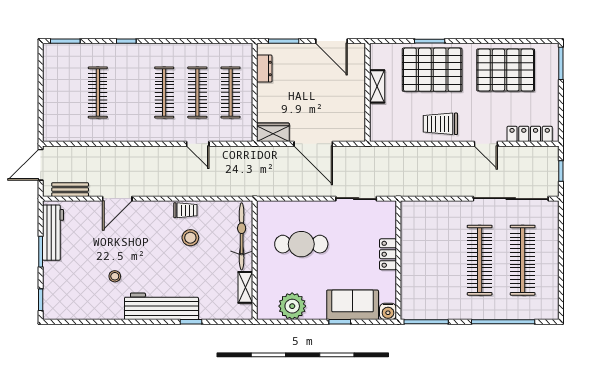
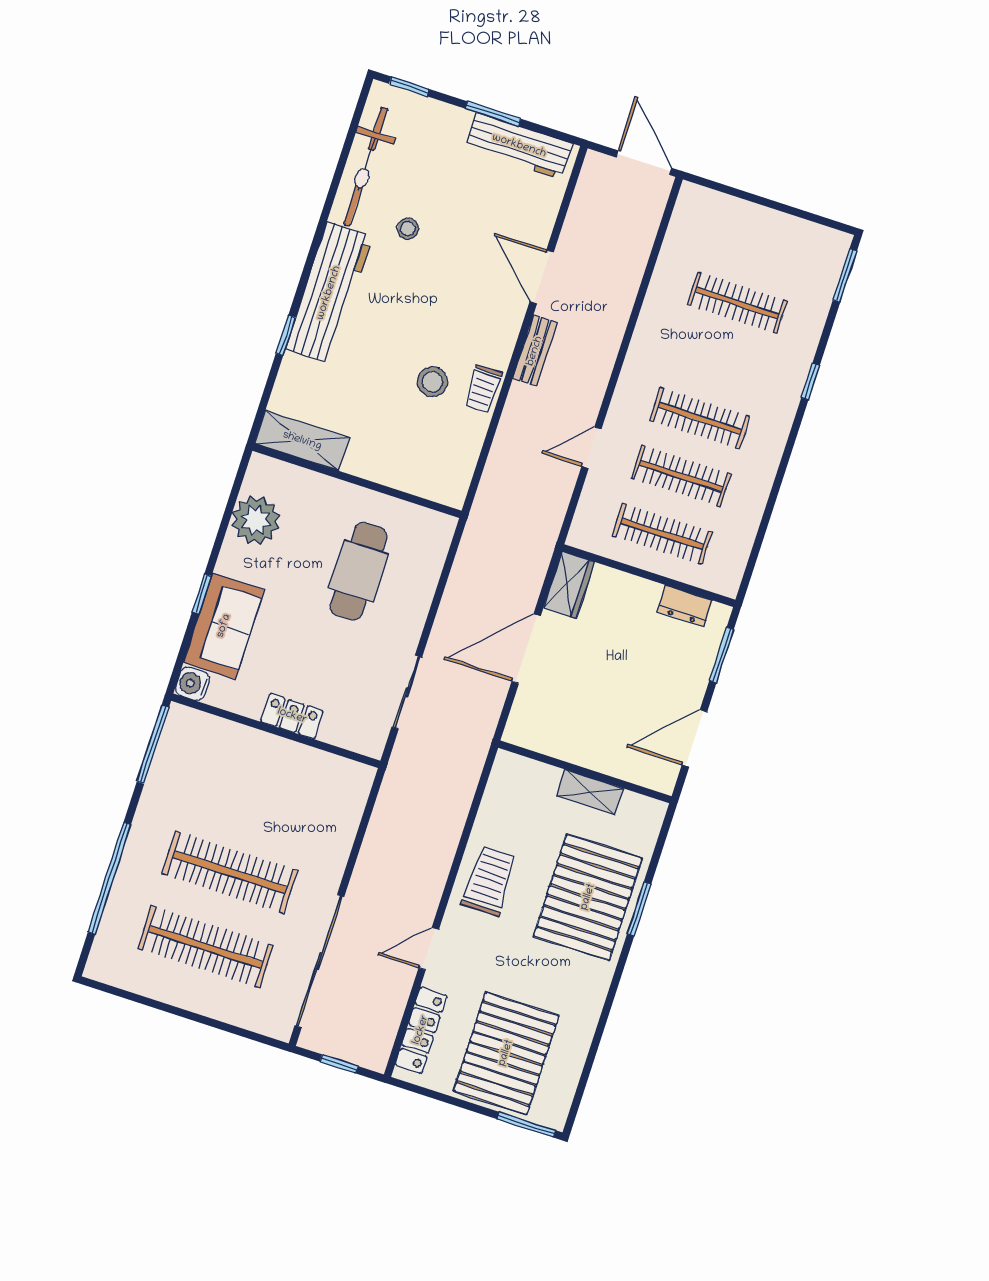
pallet: (506, 70) -> (506, 1053), moved
bench: (70, 190) -> (535, 351), moved
bicycle: (242, 236) -> (366, 166), moved, turned 90
shelving: (245, 287) -> (302, 441), width x1.50, depth x1.33

